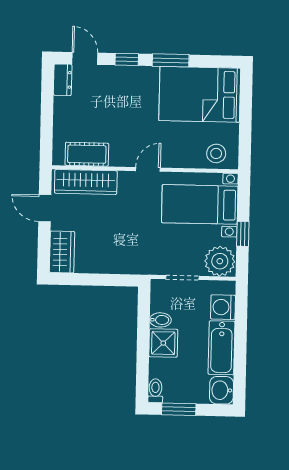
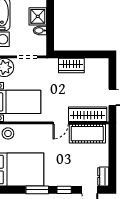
cot: (87, 154) -> (87, 134), width x1.37, depth x1.34
door: (148, 169) -> (61, 123), moved
wardrobe: (62, 252) -> (71, 66), moved, turned -90

